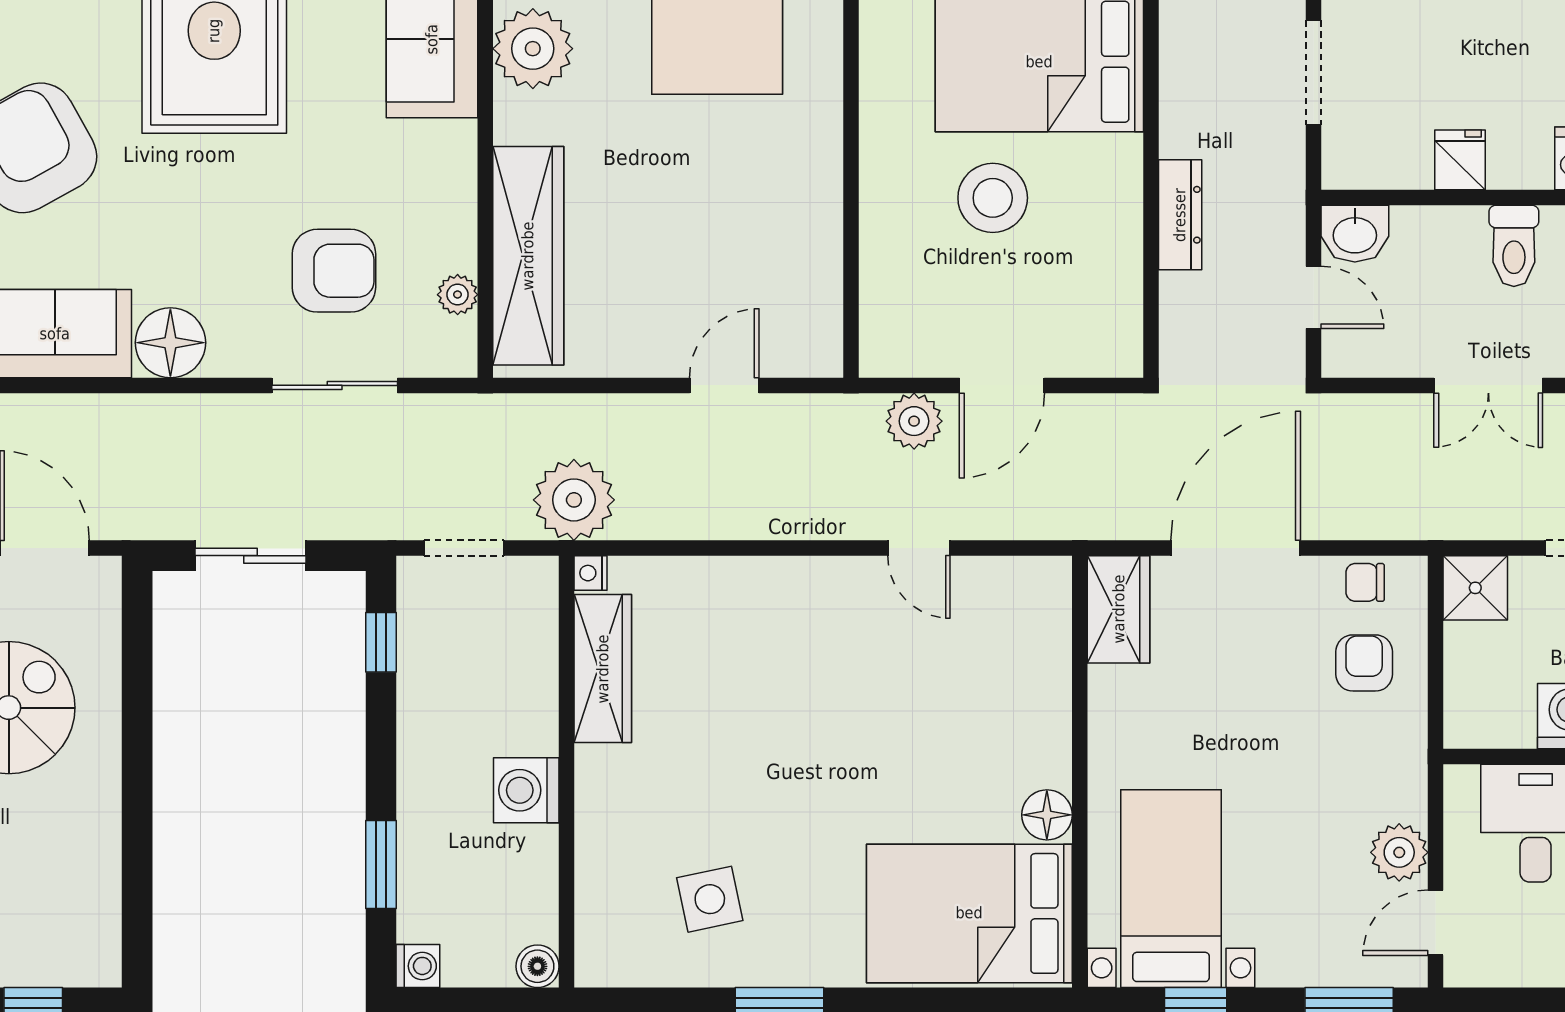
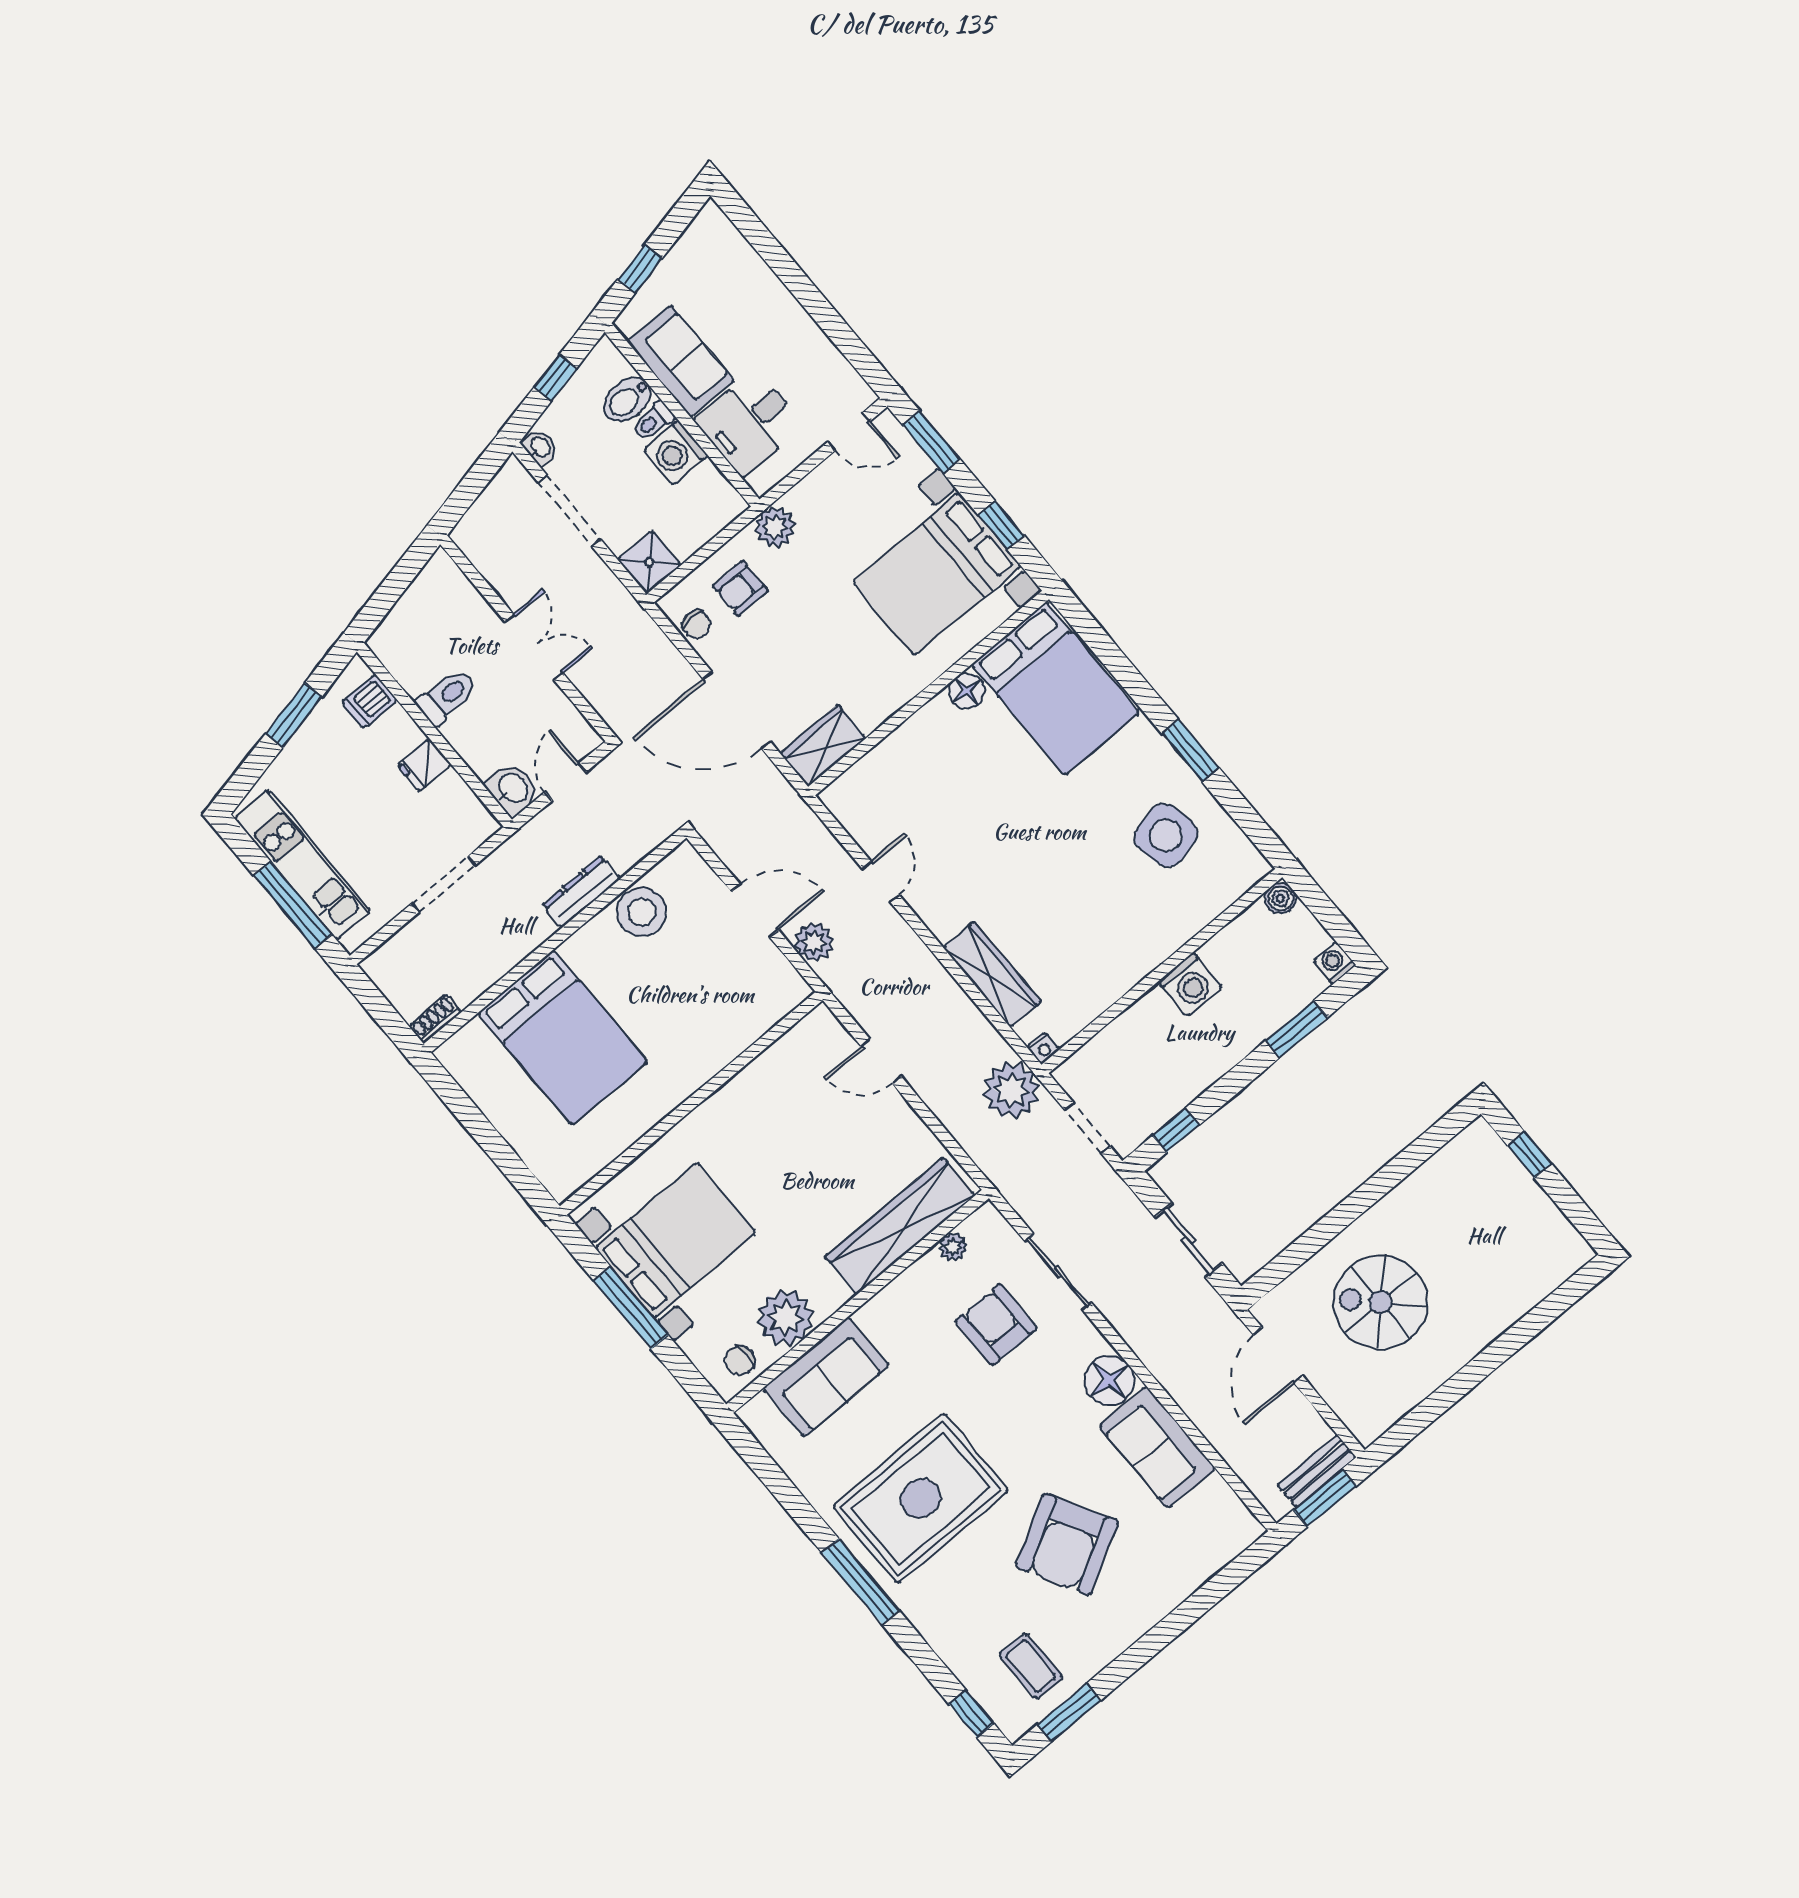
stool: (993, 198) -> (642, 912), moved
wardrobe: (603, 669) -> (992, 975), moved, turned 90
plant: (1399, 852) -> (775, 527), moved
bed with nightstands: (1171, 889) -> (937, 574), width x1.36
side table: (710, 899) -> (1166, 835), width x1.37, depth x1.37

